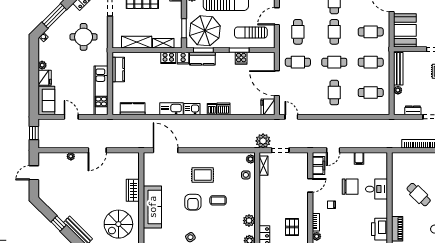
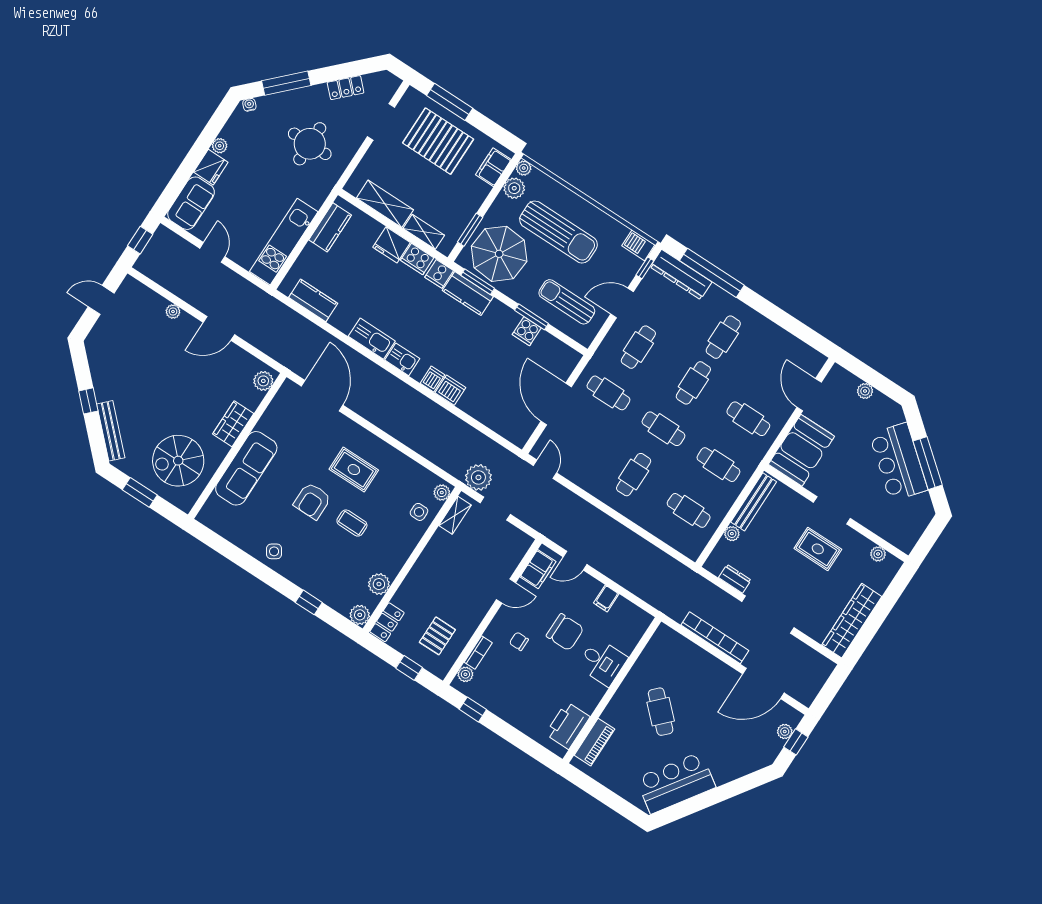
fridge: (268, 107) -> (392, 245), moved, turned -90
plant: (134, 161) -> (263, 381), added

